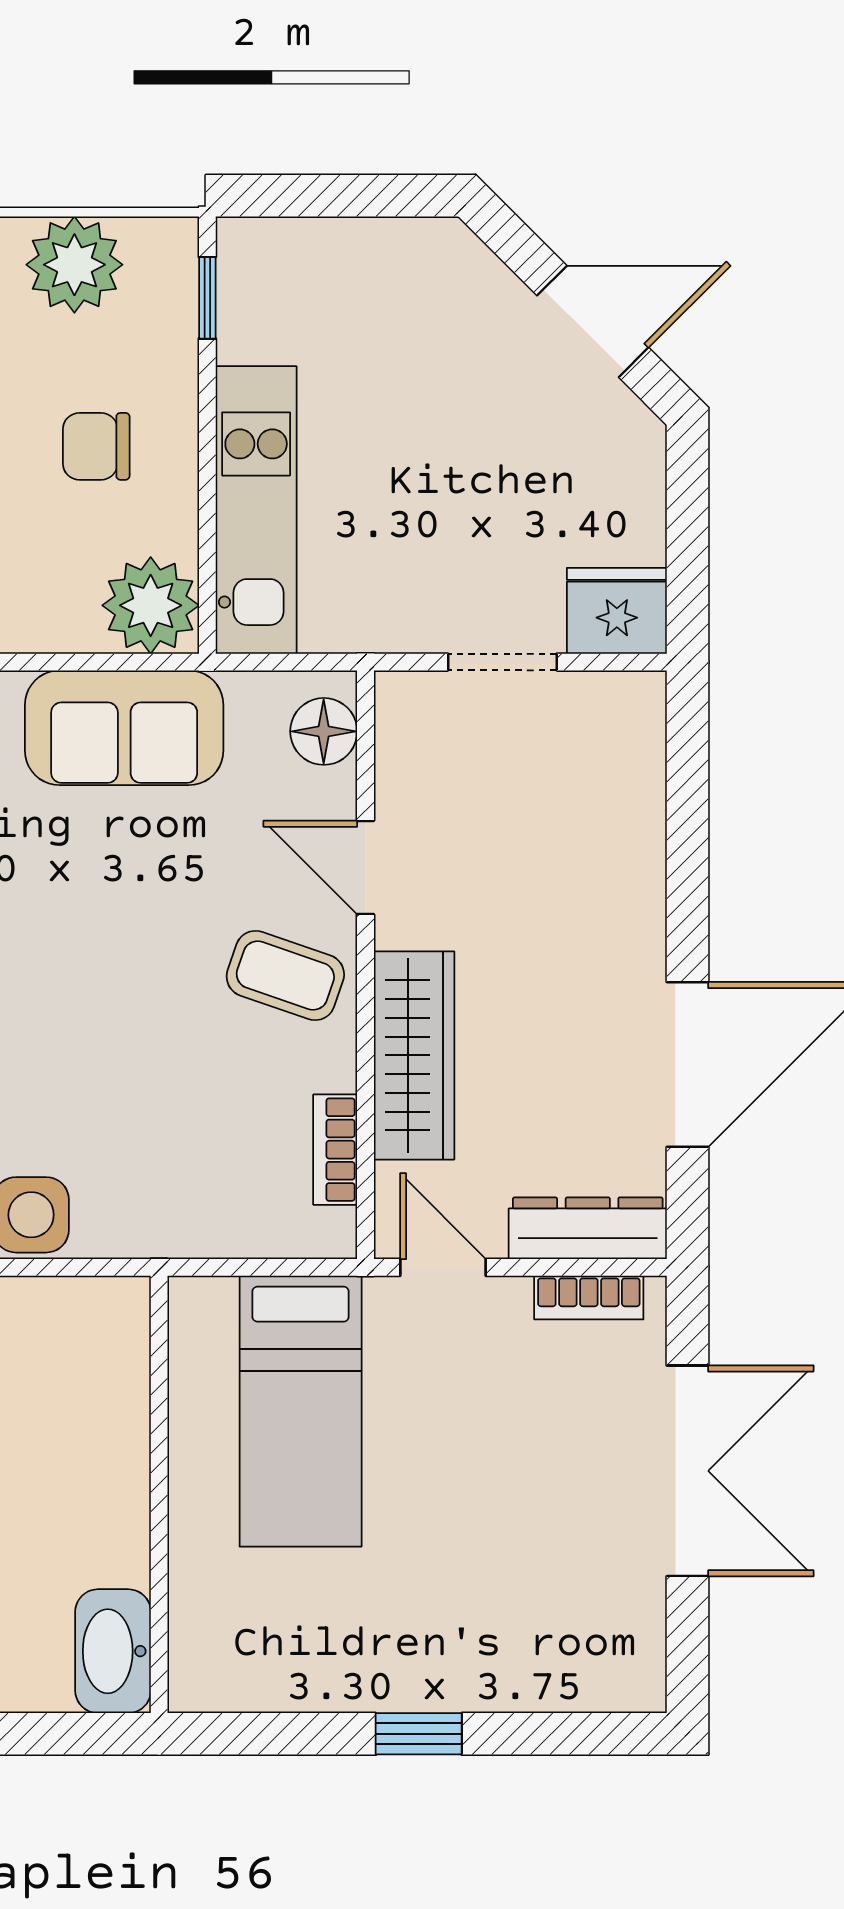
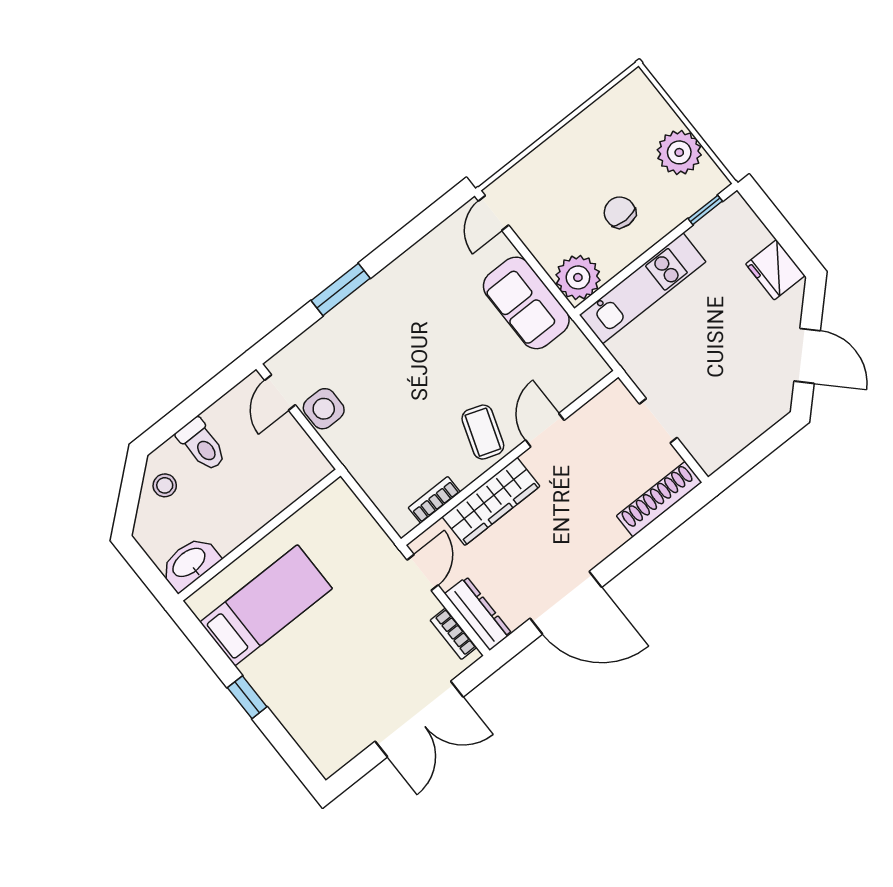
fridge: (617, 611) -> (775, 270), moved, turned 180
floor lamp: (324, 731) -> (582, 376), removed
shoe rack: (637, 766) -> (659, 499), added
bed: (301, 1411) -> (266, 605), moved, turned 180

